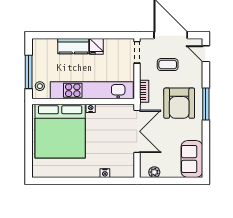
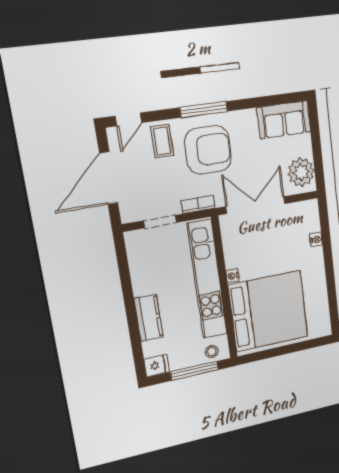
fridge: (96, 46) -> (157, 366), moved
doorway: (137, 52) -> (160, 222), moved
coffee table: (168, 65) -> (162, 141), moved
plant: (154, 172) -> (301, 172), width x1.88, depth x1.88

